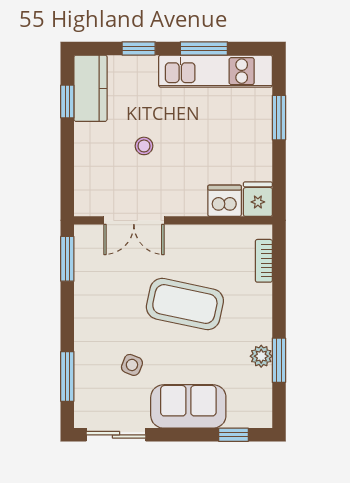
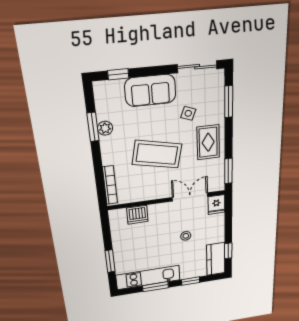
fridge: (258, 199) -> (216, 205), moved
bookcase: (264, 261) -> (110, 185), width x1.56
rug: (101, 314) -> (208, 142), added

